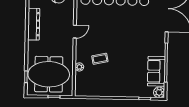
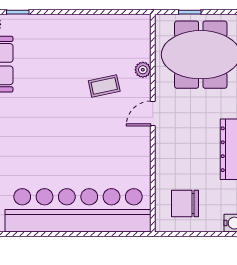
door: (75, 32) -> (153, 113), moved

